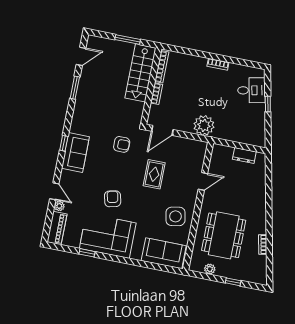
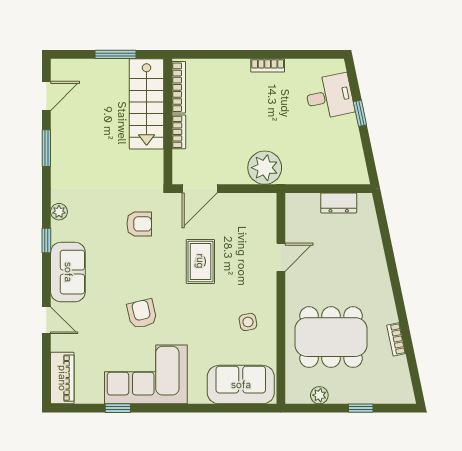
sofa: (75, 153) -> (68, 272), moved
plant: (59, 206) -> (59, 212), moved
side table: (175, 216) -> (248, 322), width x0.54, depth x0.54
dining table: (224, 235) -> (331, 337), turned 90

